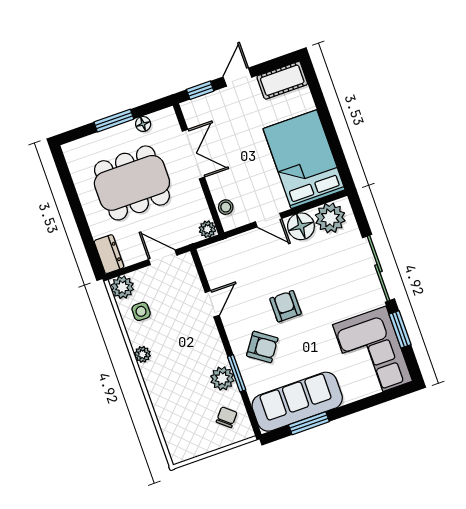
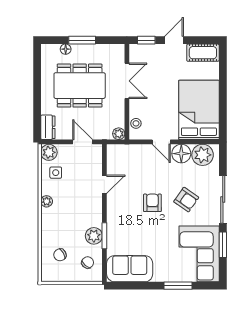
floor lamp: (143, 124) -> (66, 49), moved
armchair: (262, 347) -> (186, 200), moved
sofa: (297, 402) -> (130, 269), width x0.73
chair: (186, 420) -> (60, 255), added
window: (309, 423) -> (178, 286), moved

